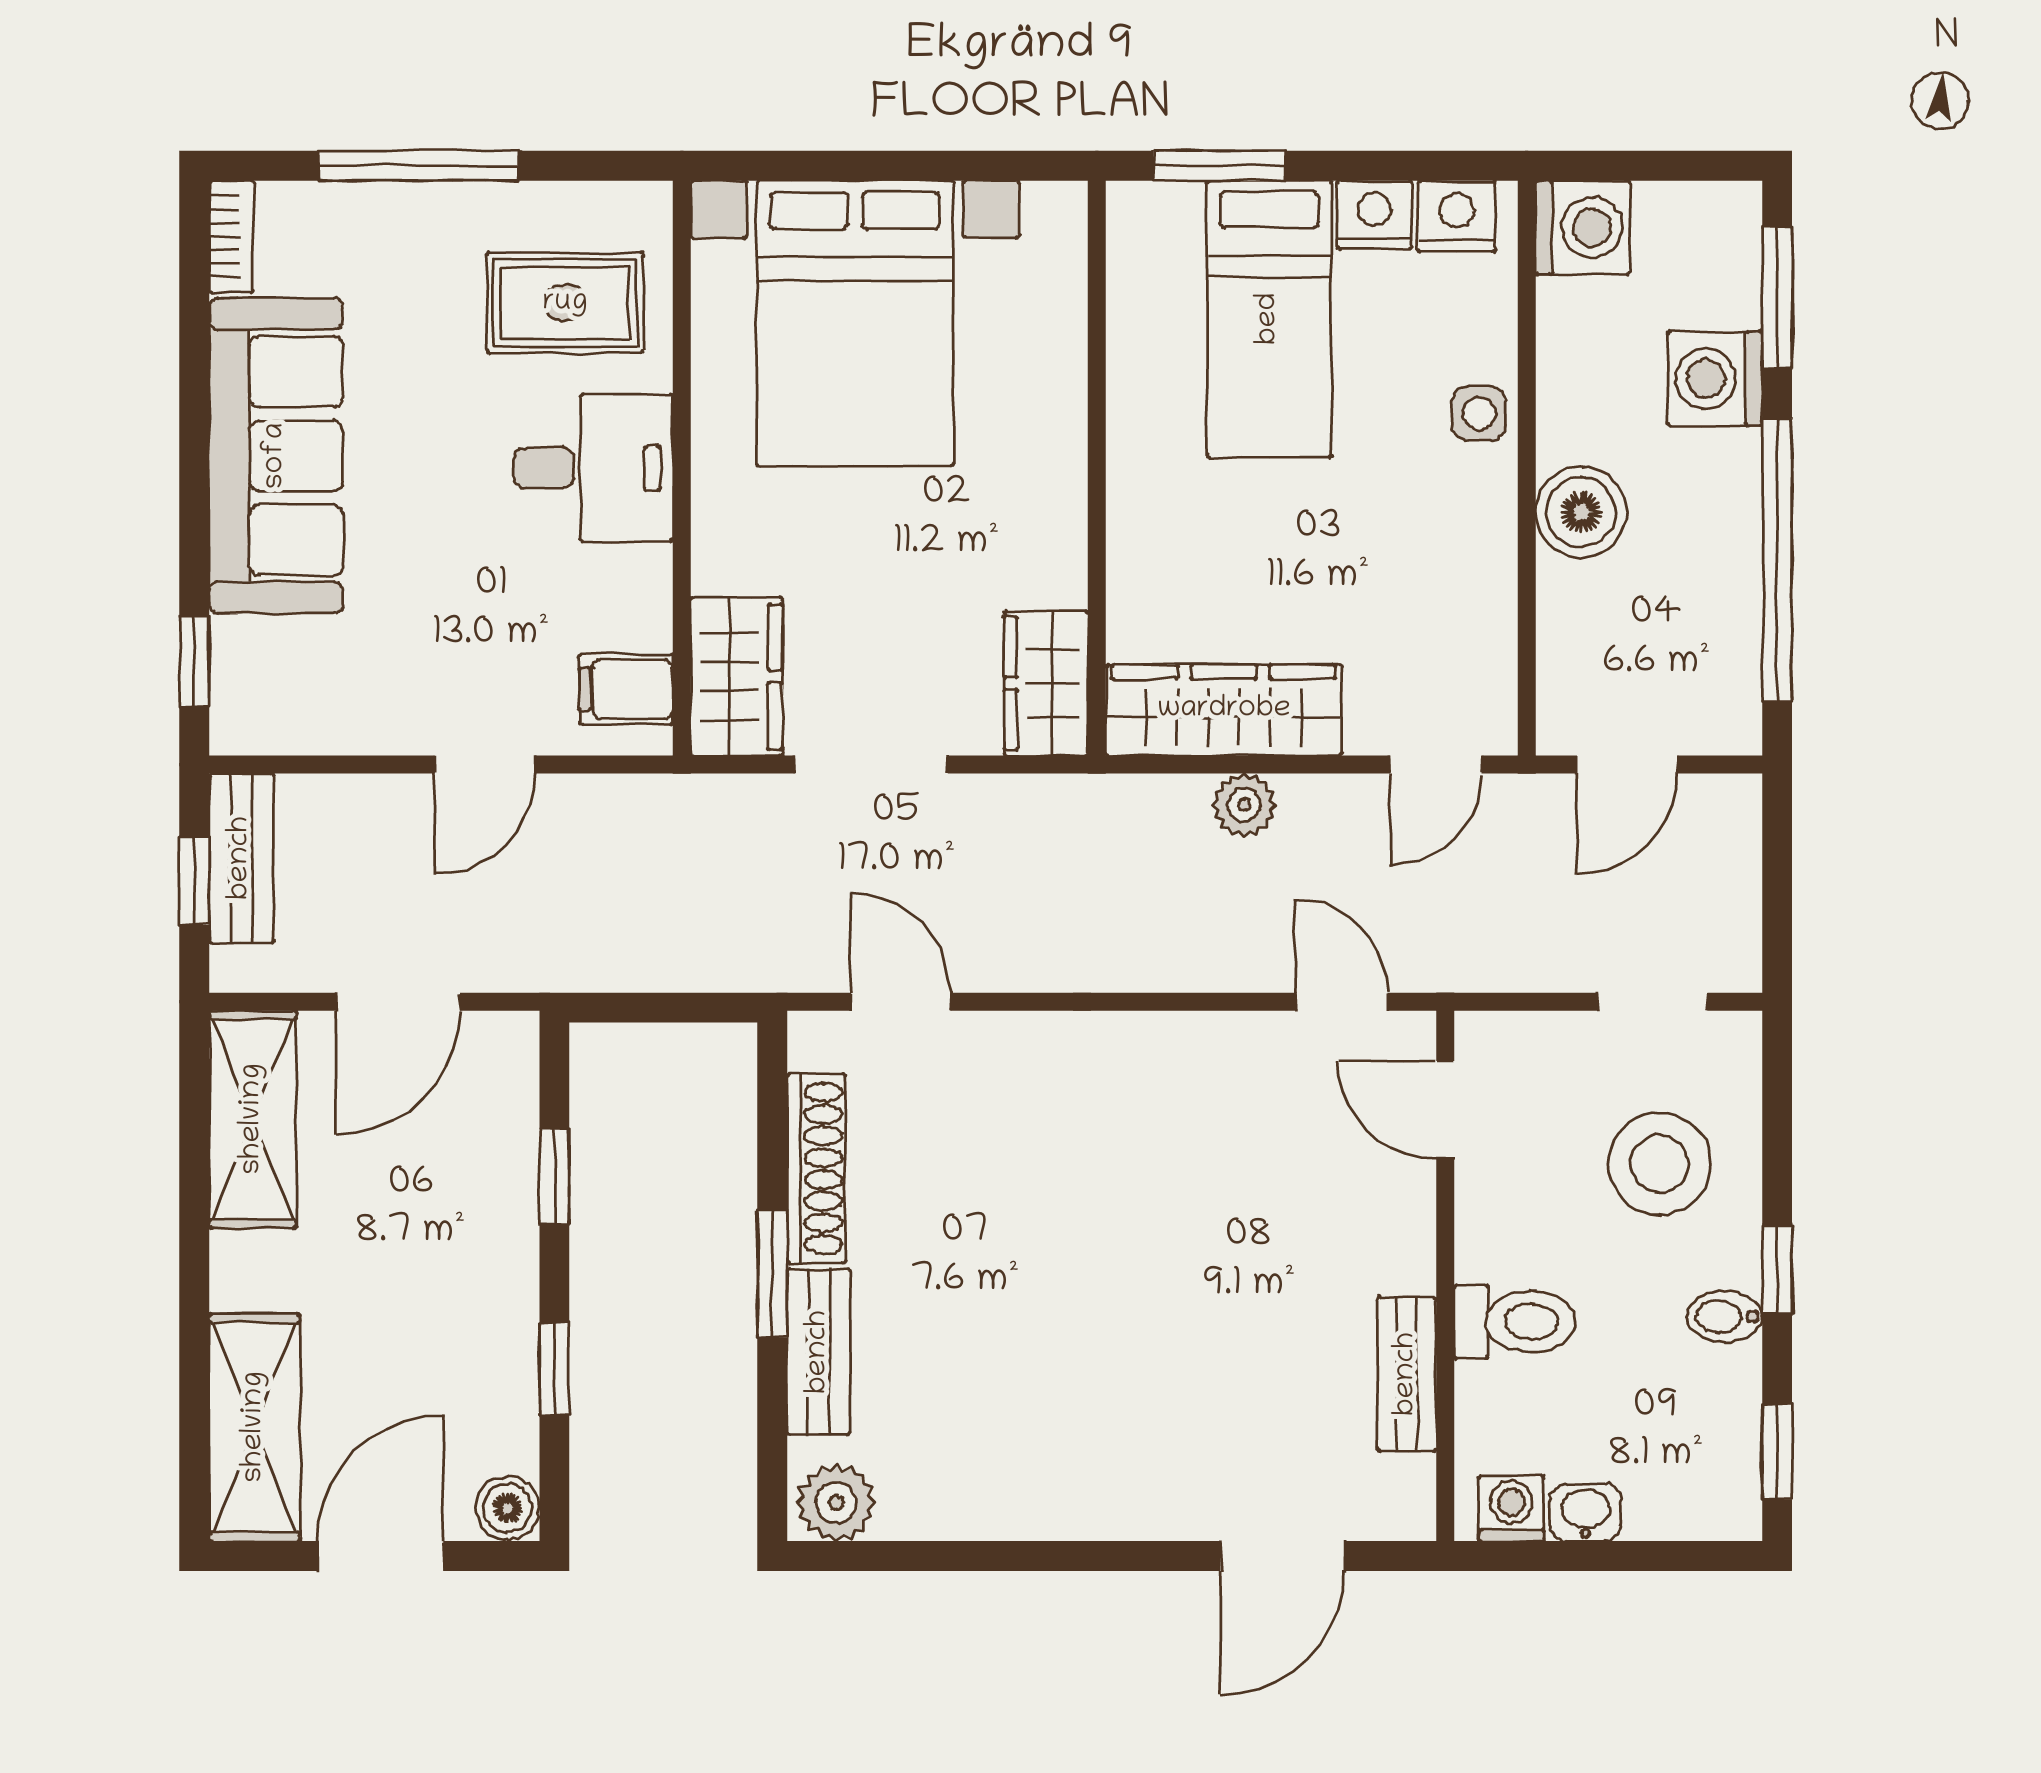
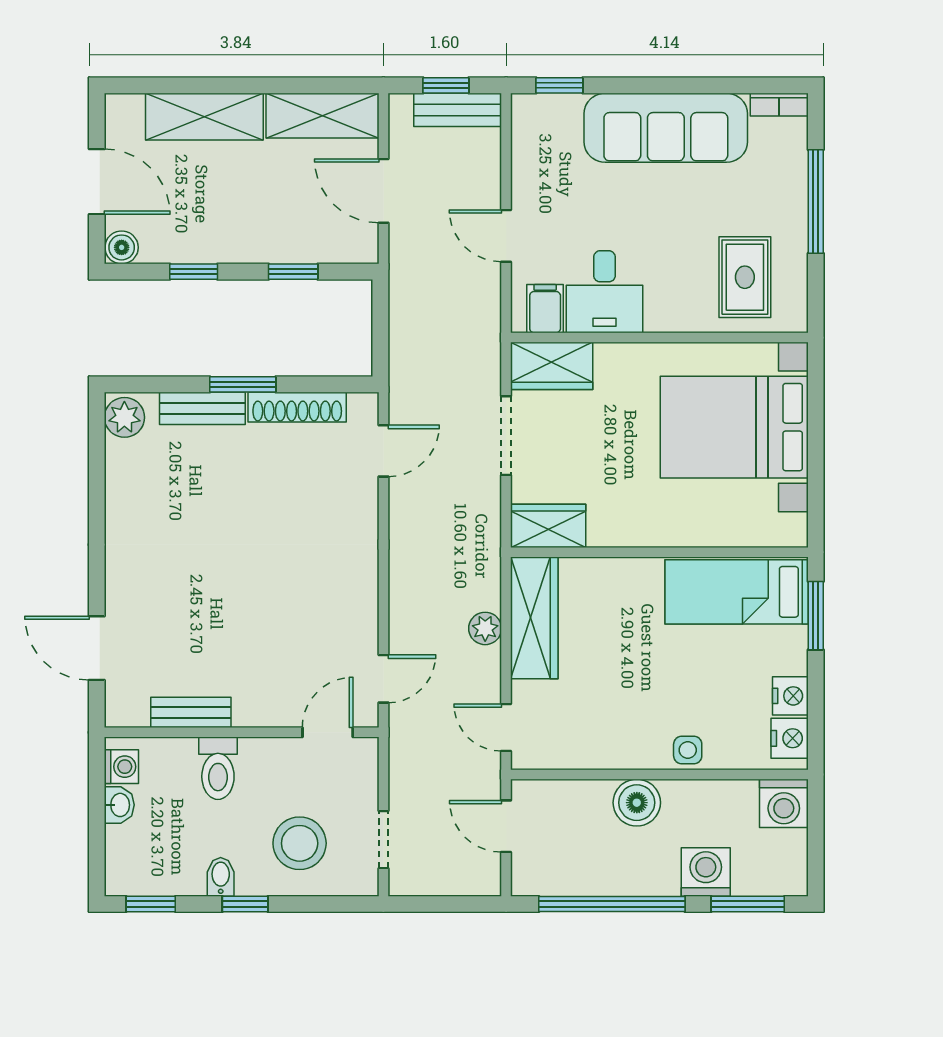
bed: (1269, 319) -> (737, 592), moved
desk: (593, 468) -> (604, 292), moved
shelving: (255, 1427) -> (204, 117), moved

